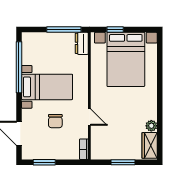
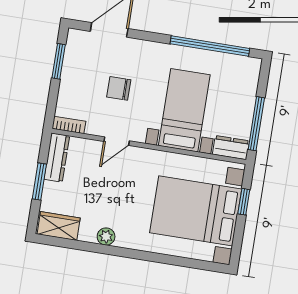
bed with nightstands: (47, 87) -> (184, 110), moved, turned 180
plant: (151, 126) -> (106, 237), moved
dresser: (106, 154) -> (57, 158), added

